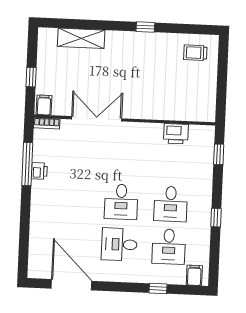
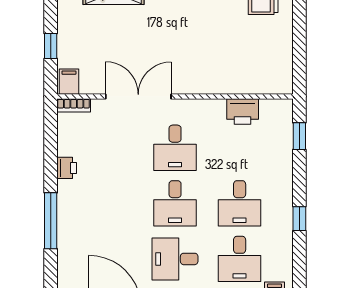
desk: (123, 159) -> (175, 148), added
window: (27, 164) -> (51, 221), moved

